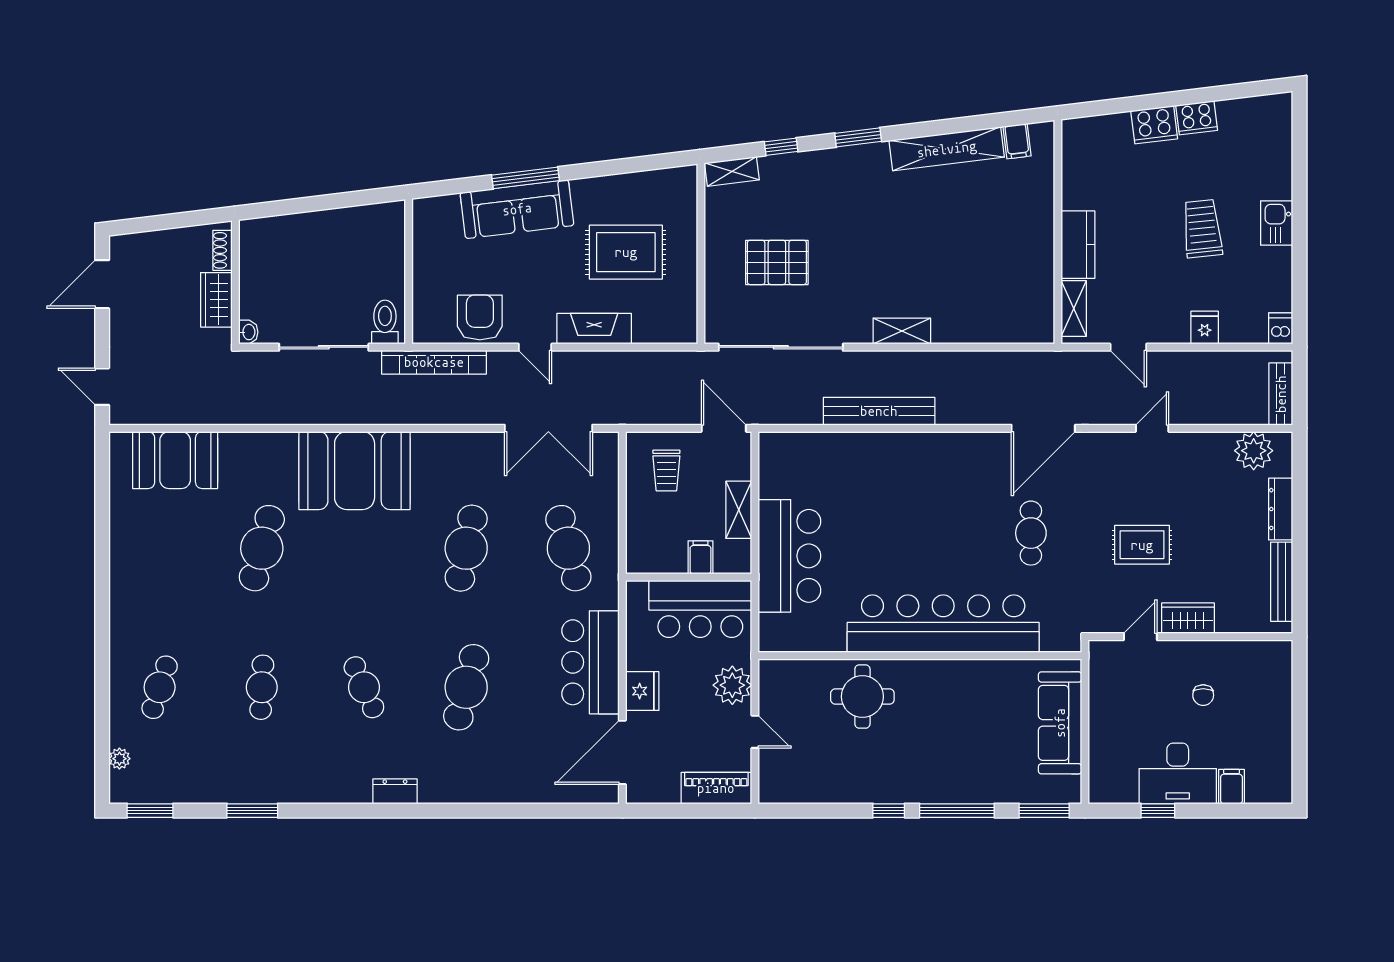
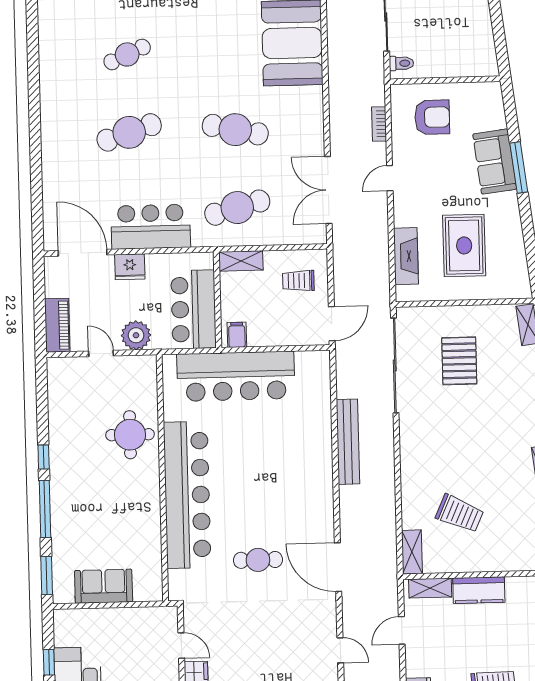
sofa: (517, 209) -> (495, 162), width x0.73
trolley: (977, 267) -> (460, 514), added
armchair: (480, 317) -> (432, 117), moved
toilet: (385, 322) -> (401, 63), width x0.73, depth x0.72
fireplace: (594, 329) -> (406, 256), moved
shelving: (902, 331) -> (412, 552), moved
bookcase: (434, 362) -> (379, 124), width x0.43, depth x0.76
shelving: (739, 510) -> (241, 261), moved
rug: (1142, 545) -> (251, 645), removed
bar counter: (789, 556) -> (236, 376), width x1.36
filing cabinet: (700, 557) -> (237, 335), moved, turned -90
cafe table: (466, 687) -> (129, 132), turned -33
sofa: (1060, 723) -> (104, 586), width x0.73
door: (755, 732) -> (101, 353), swing flipped
dresser: (395, 791) -> (48, 80), removed

